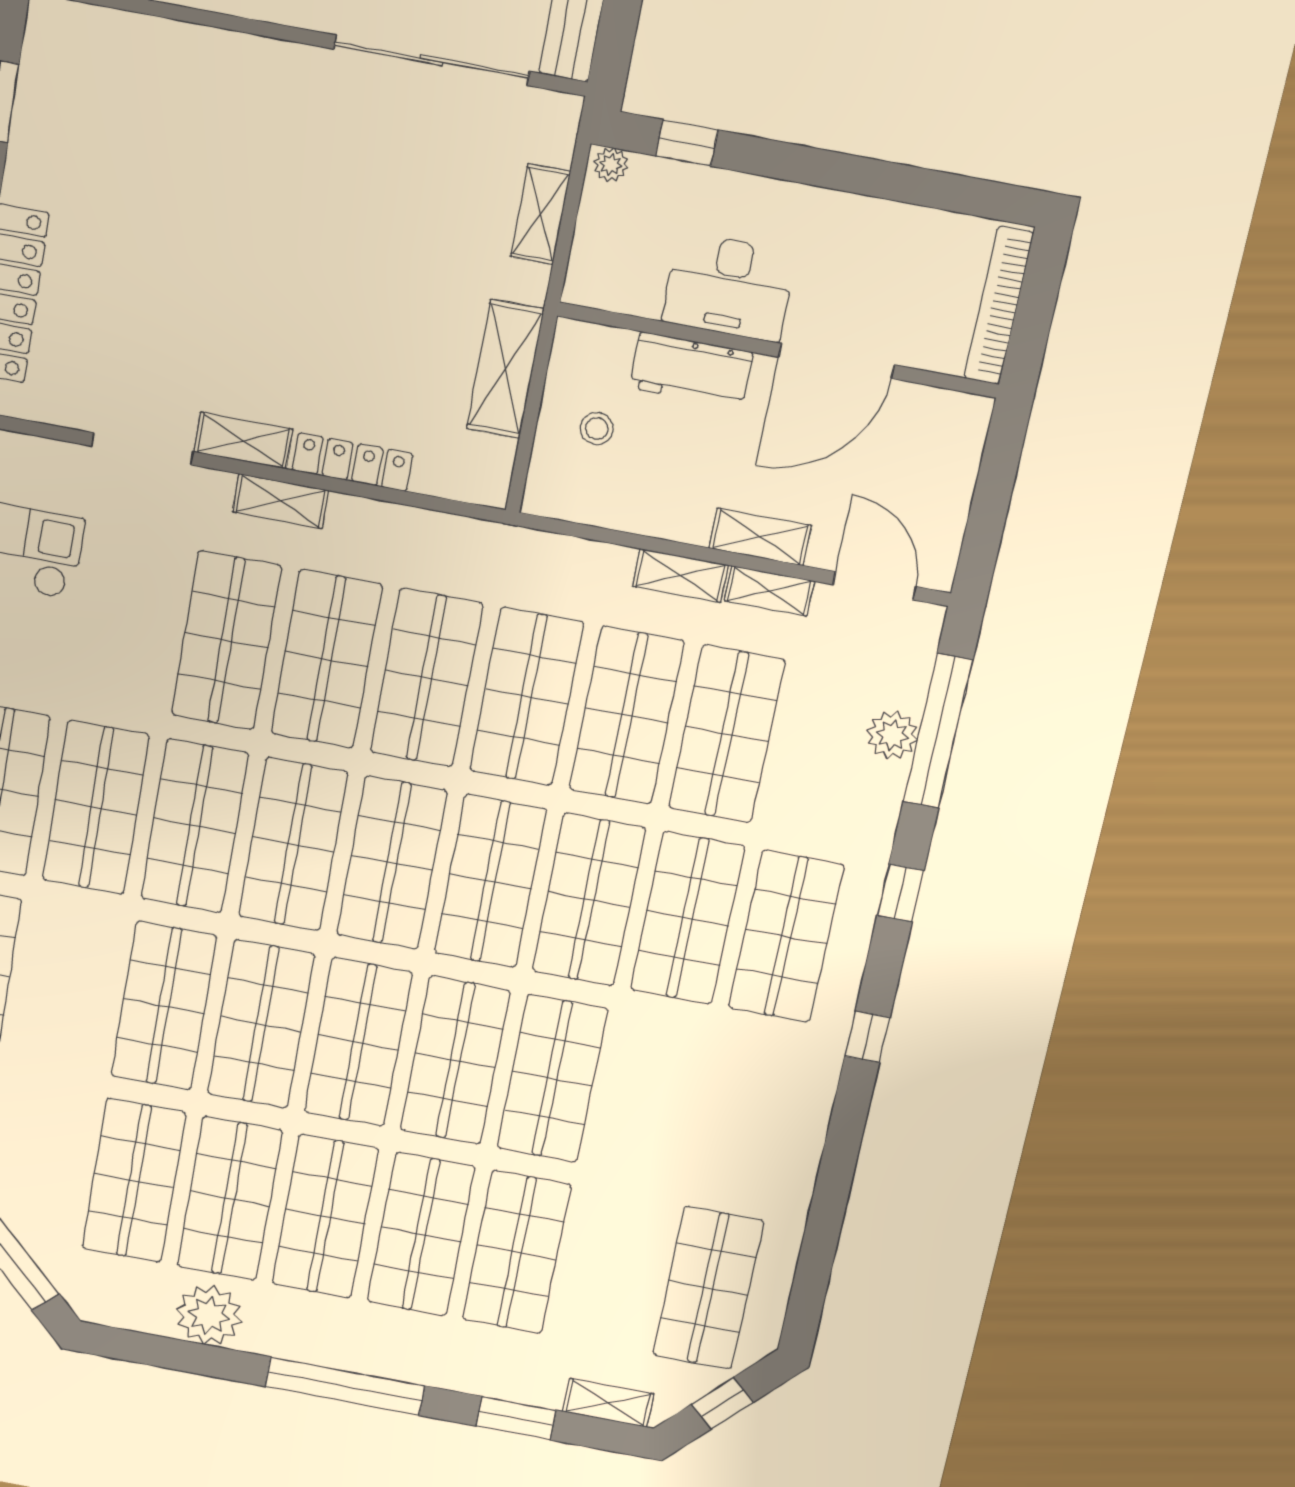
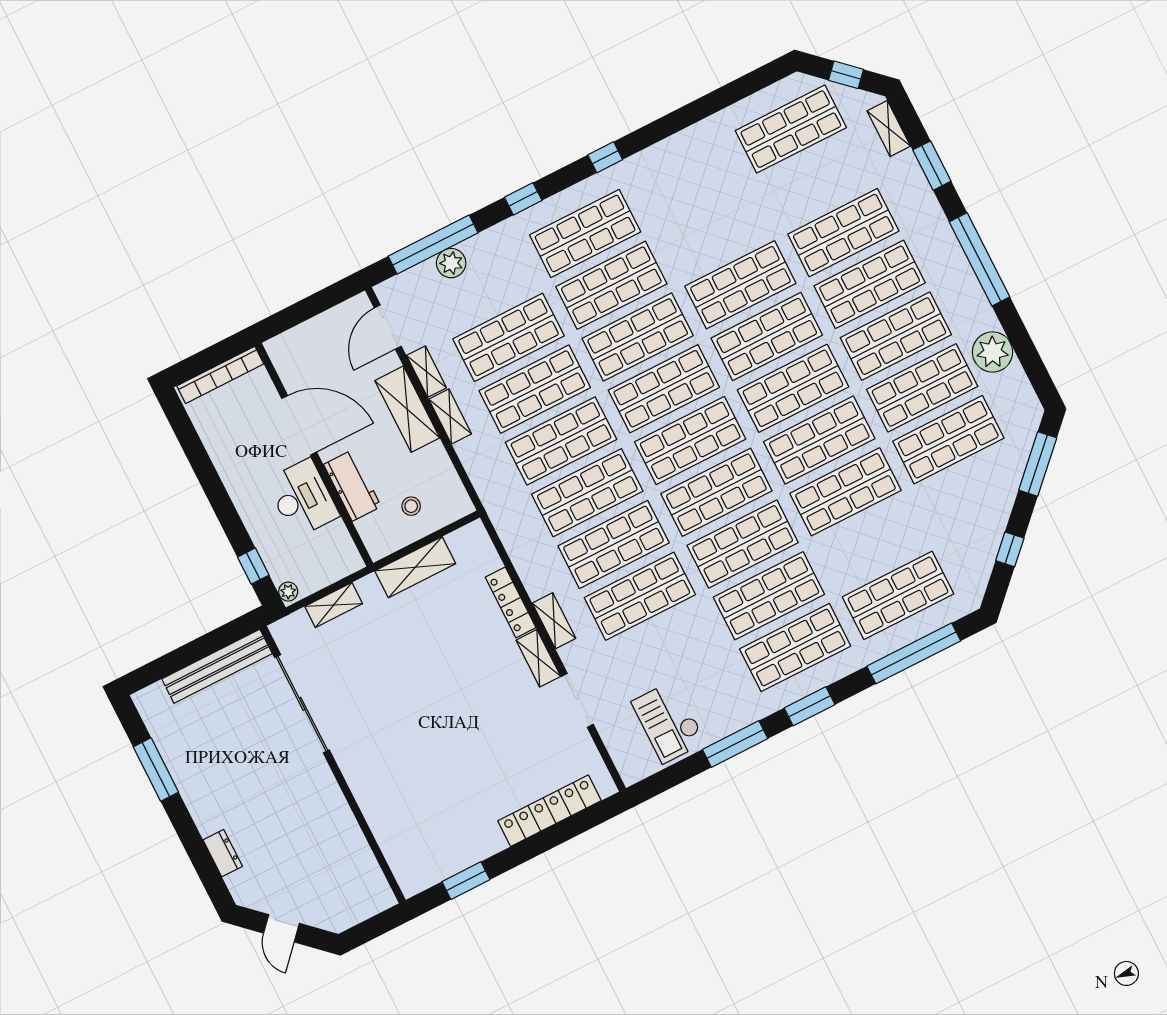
shelving: (760, 537) -> (407, 409), width x1.50, depth x1.33

